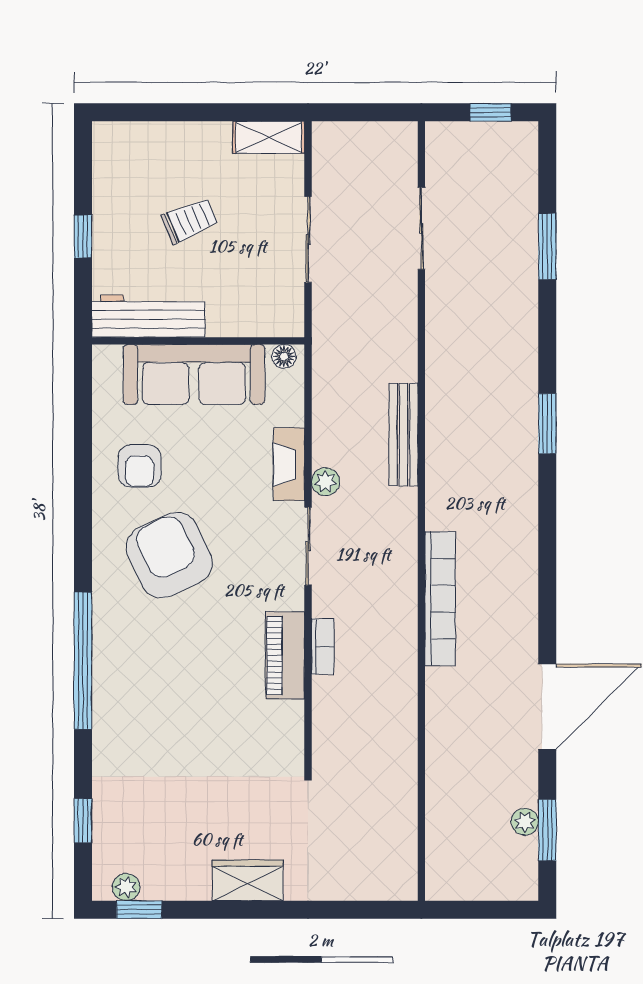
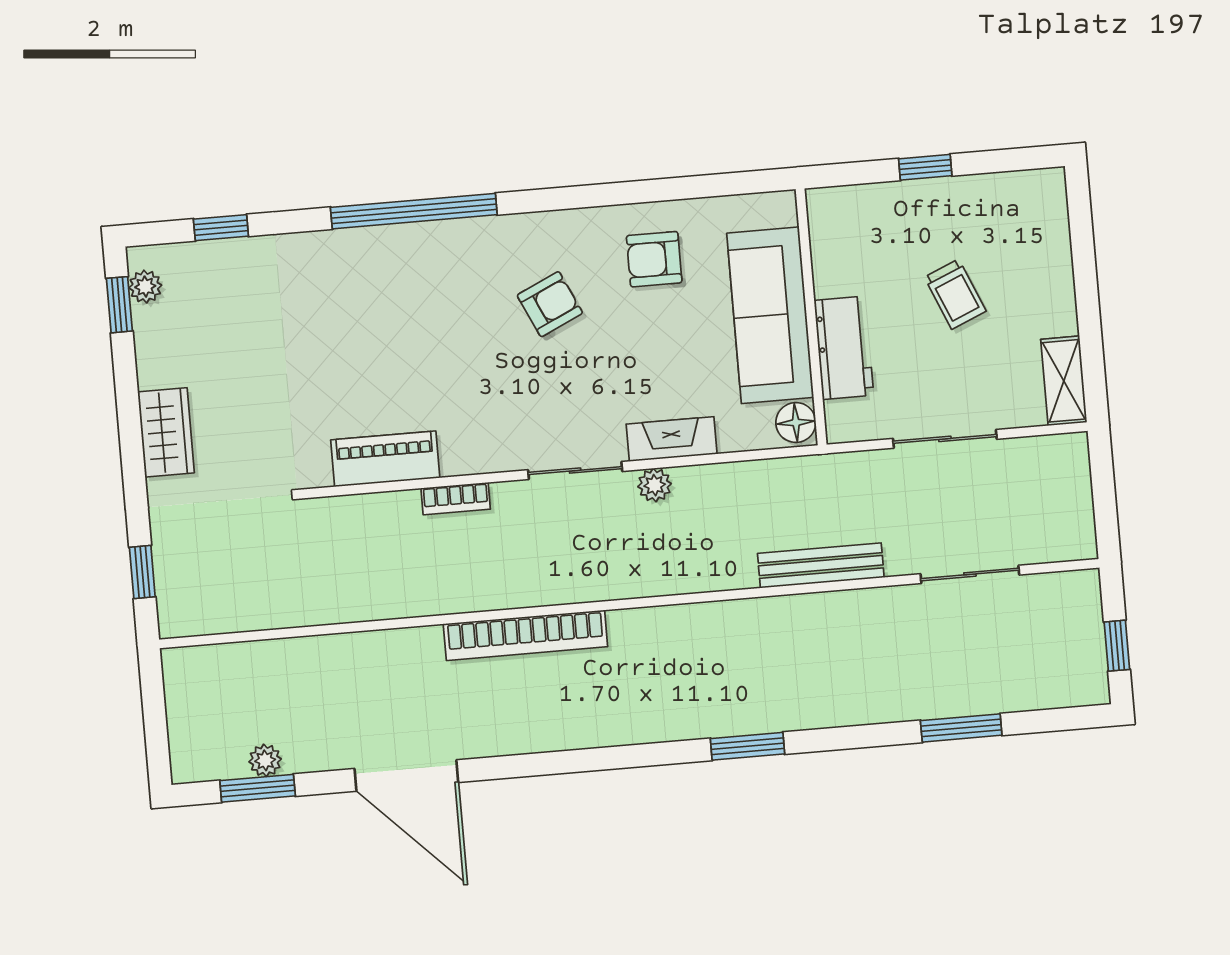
workbench: (148, 316) -> (844, 348), moved, width x0.73
floor lamp: (284, 356) -> (796, 422), width x1.37, depth x1.37
bench: (403, 435) -> (821, 565), moved
armchair: (169, 555) -> (550, 304), width x0.53, depth x0.53
piano: (285, 656) -> (385, 459), moved
window: (361, 910) -> (142, 572), added

